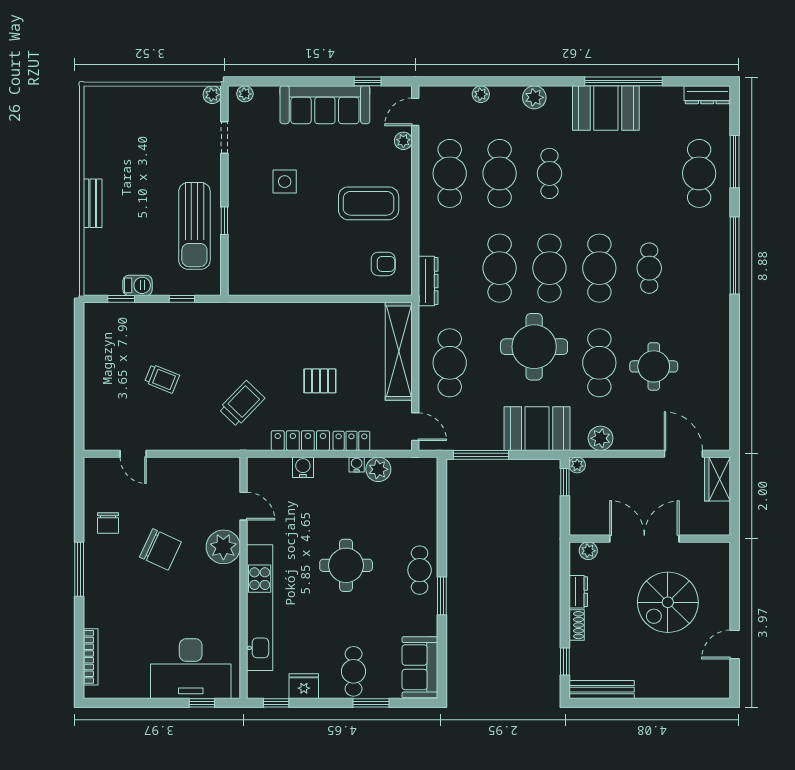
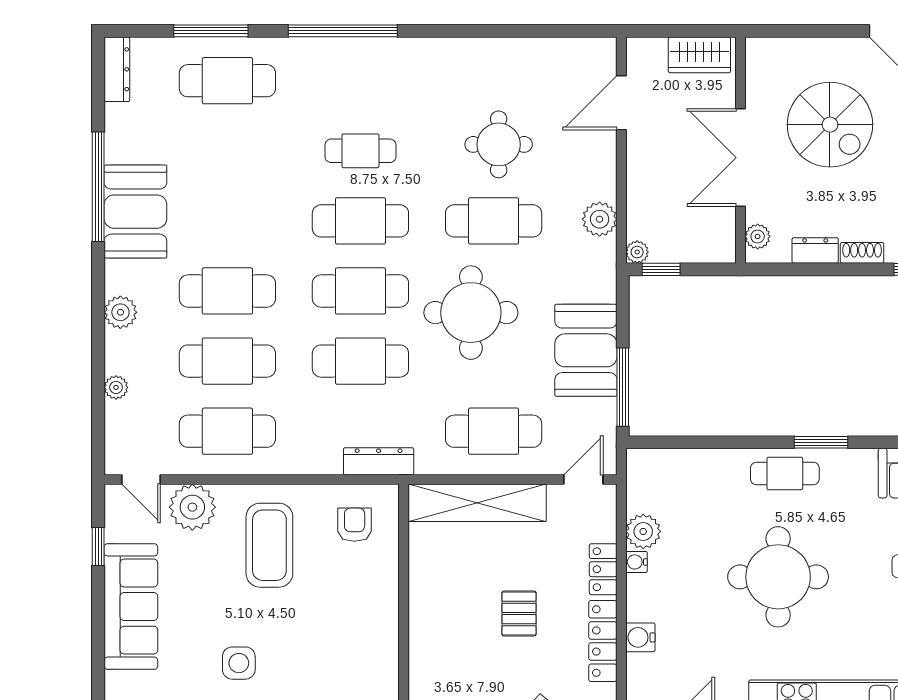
plant: (403, 141) -> (192, 507), width x1.88, depth x1.88
cafe table: (549, 173) -> (227, 291), width x1.37, depth x1.35
booth: (537, 429) -> (586, 350), moved
wardrobe: (718, 479) -> (699, 55), moved
round table: (346, 565) -> (778, 577), width x1.36, depth x1.36

